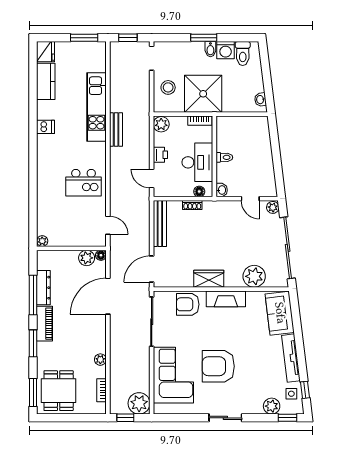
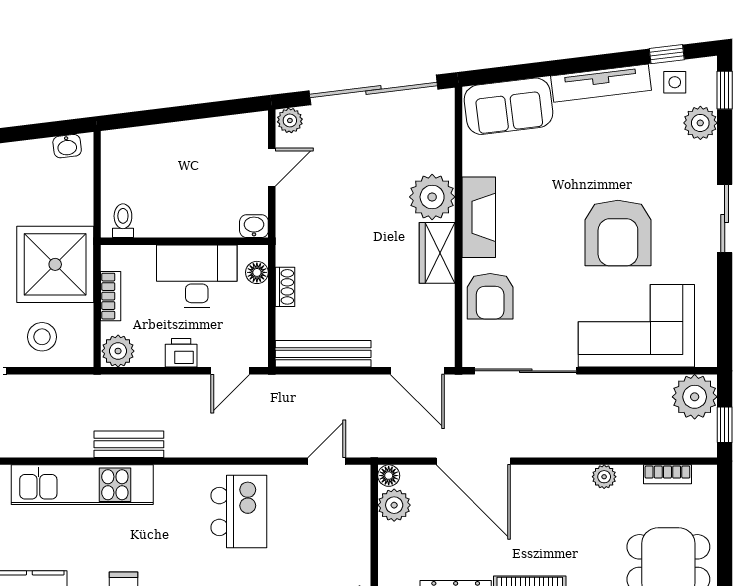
bookcase: (200, 121) -> (111, 296), moved
toilet: (224, 157) -> (123, 221), moved
plant: (254, 276) -> (432, 197), moved

